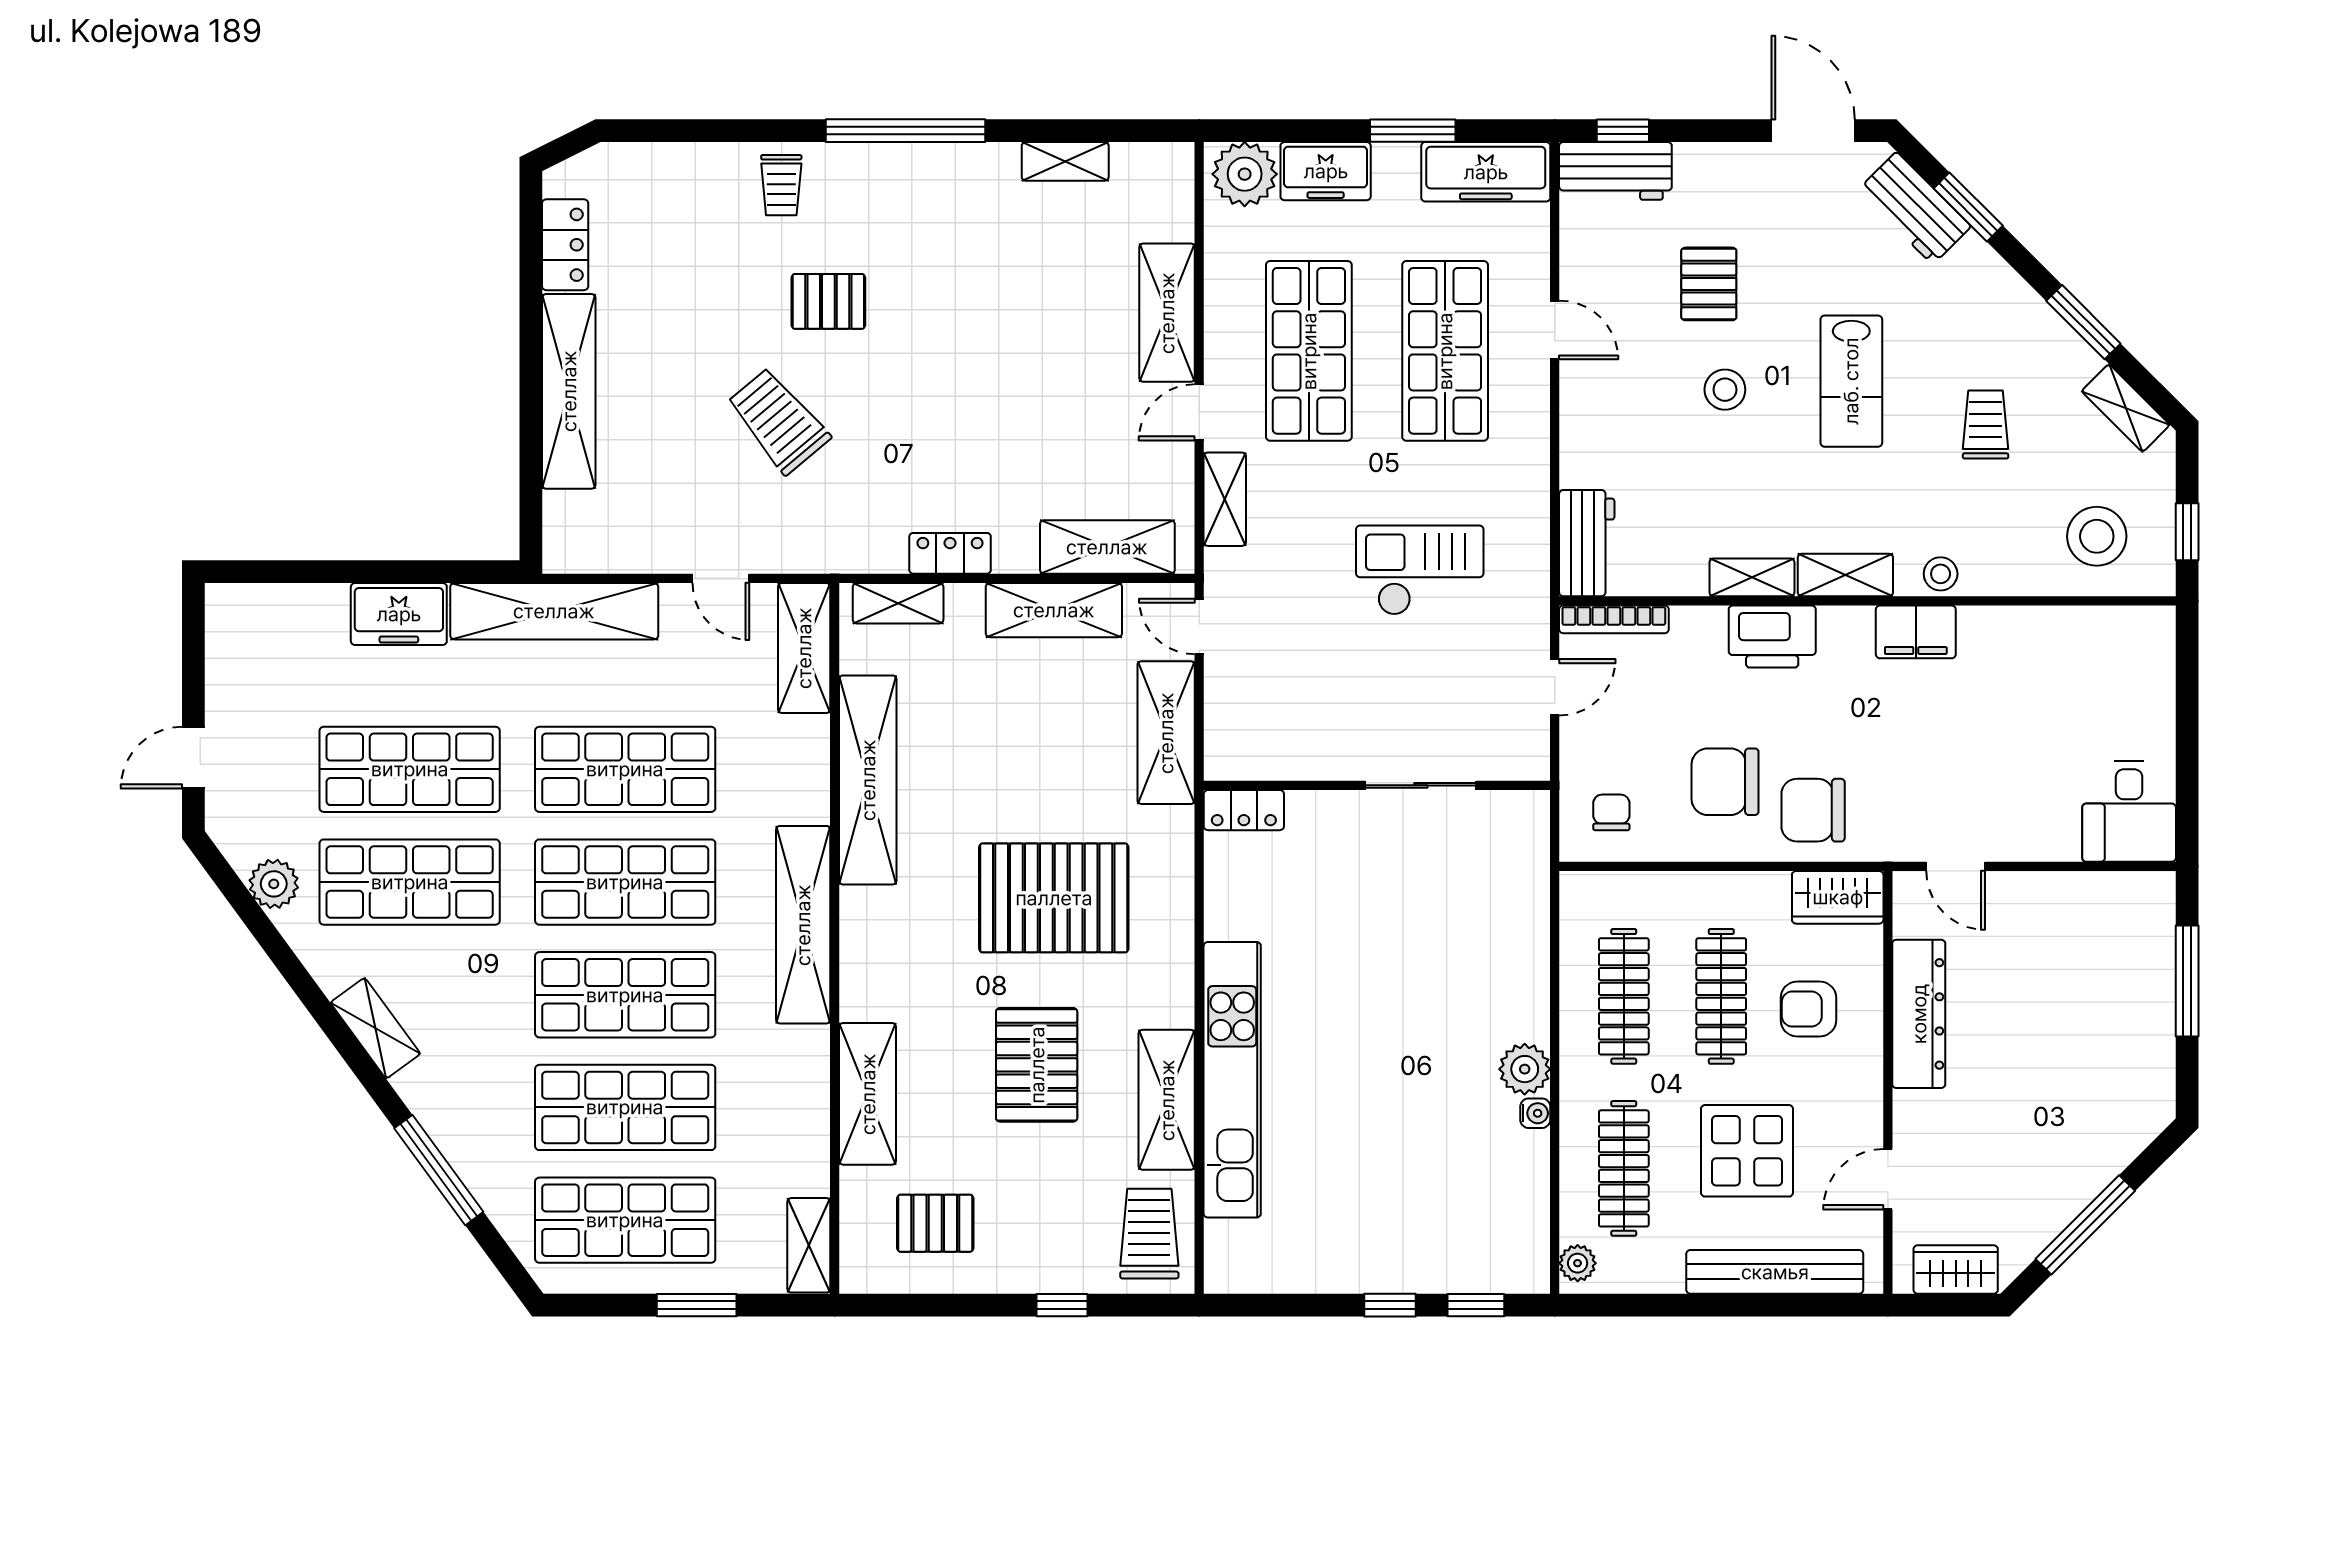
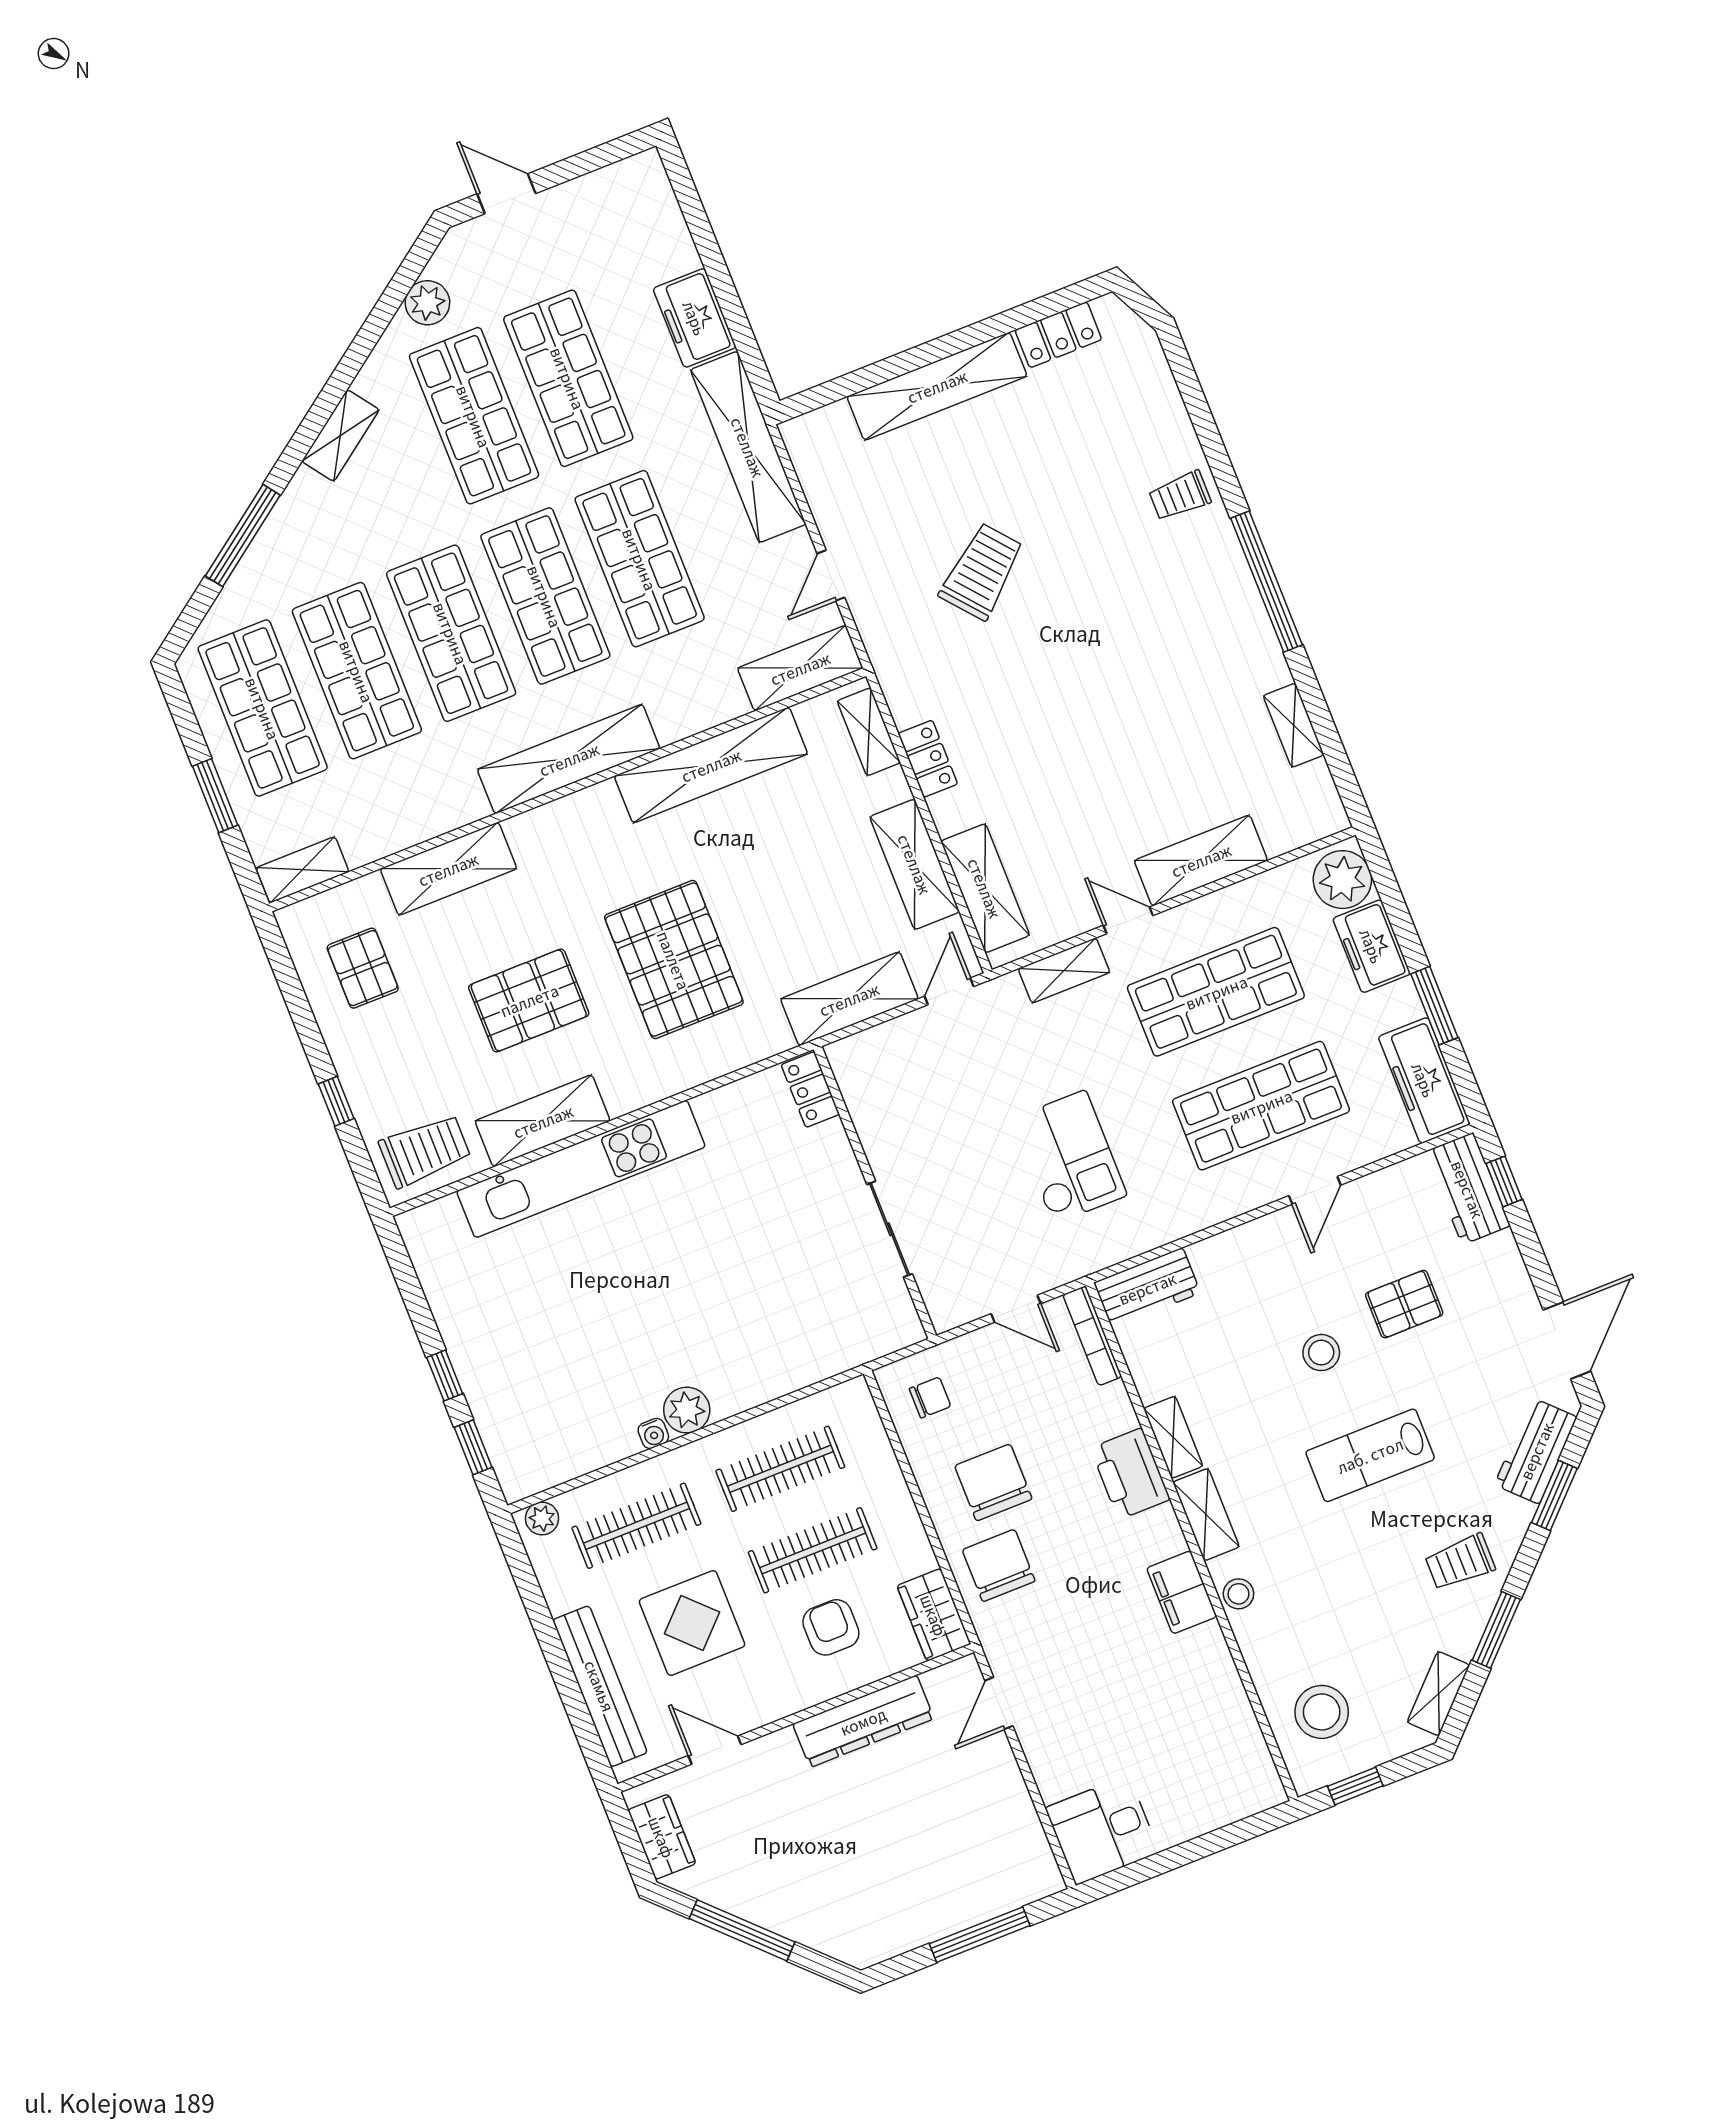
pallet: (828, 301) -> (1098, 574), removed
trolley: (1986, 425) -> (1460, 1562), moved, turned 180

